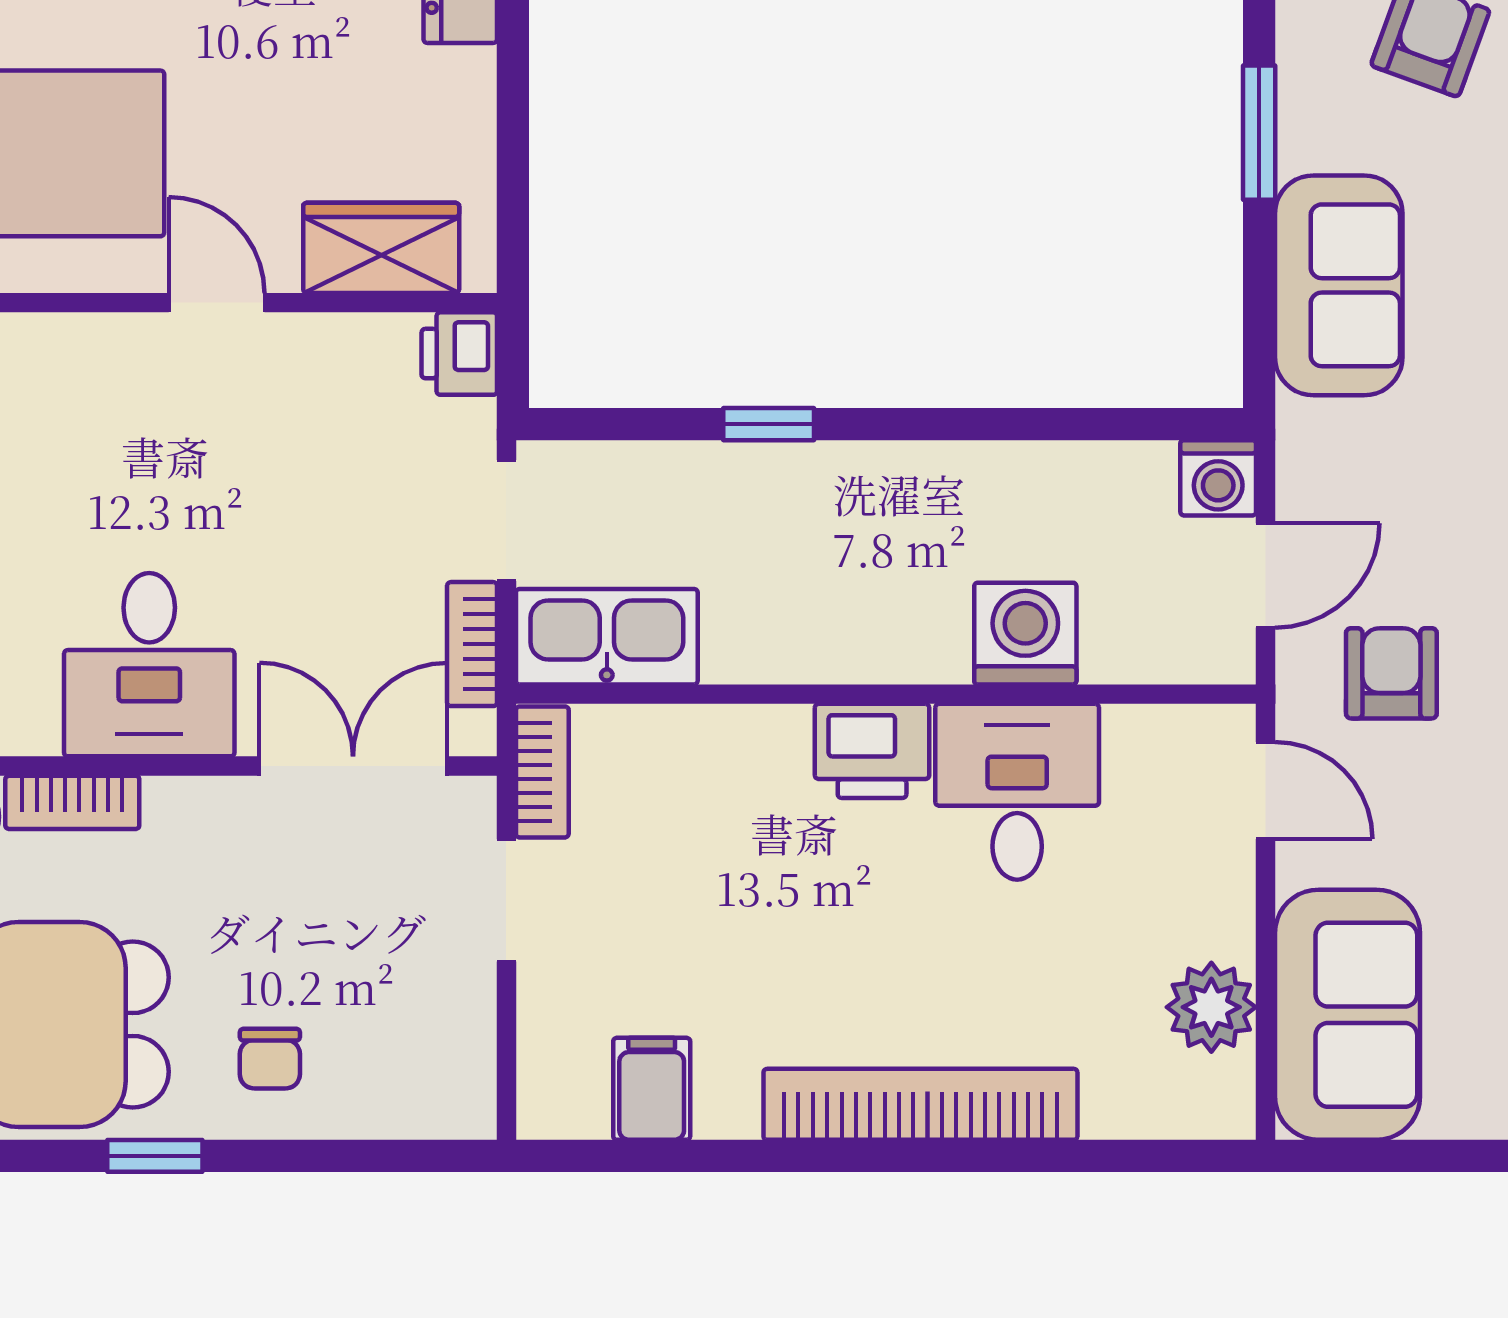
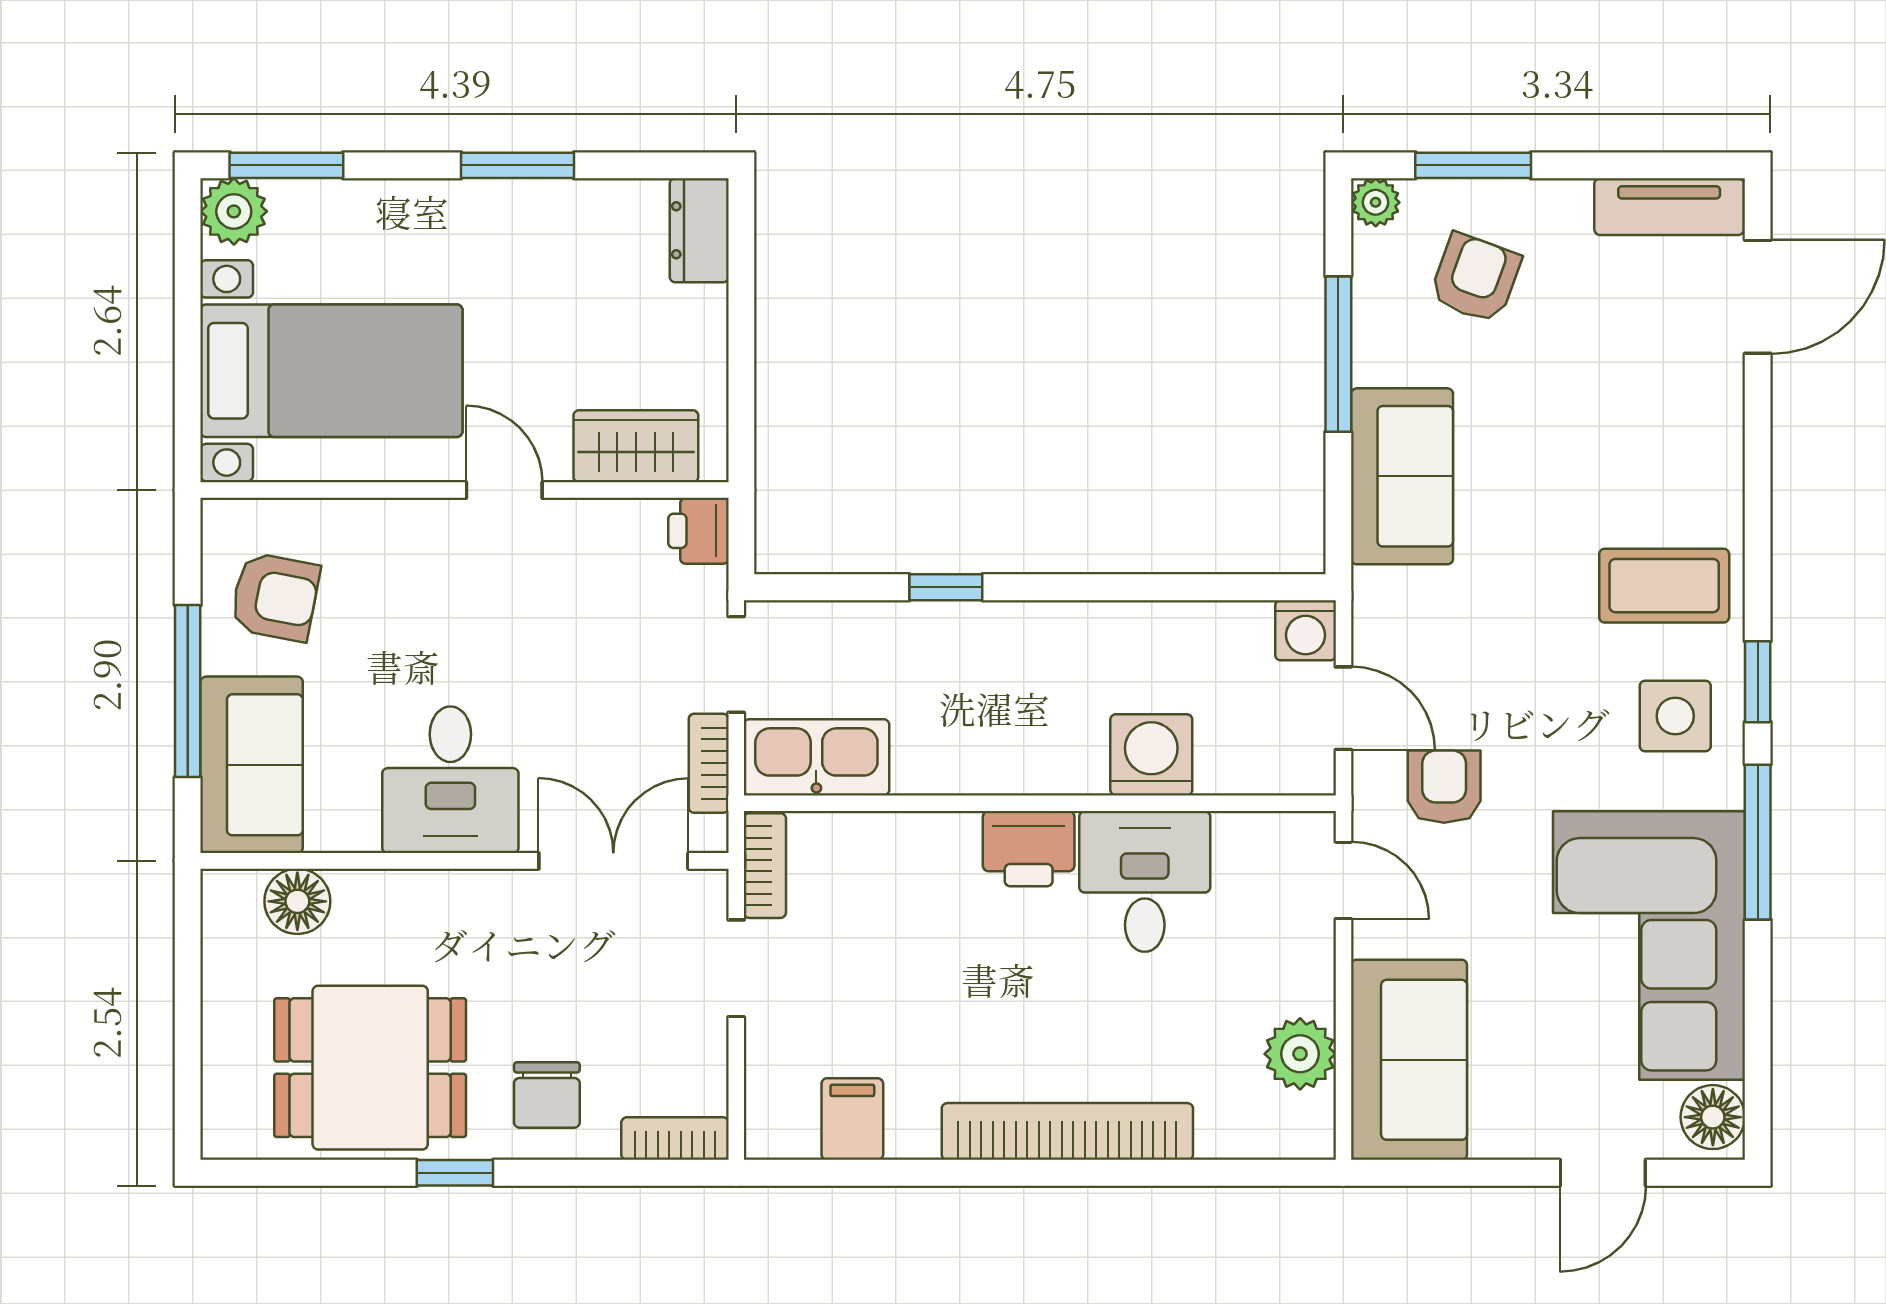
window: (1259, 133) -> (1338, 354), width x1.44
door: (1266, 575) -> (1343, 708), hinge flipped
bookcase: (72, 802) -> (675, 1139), moved, turned 180
chair: (270, 1059) -> (547, 1095), width x1.37, depth x1.37

